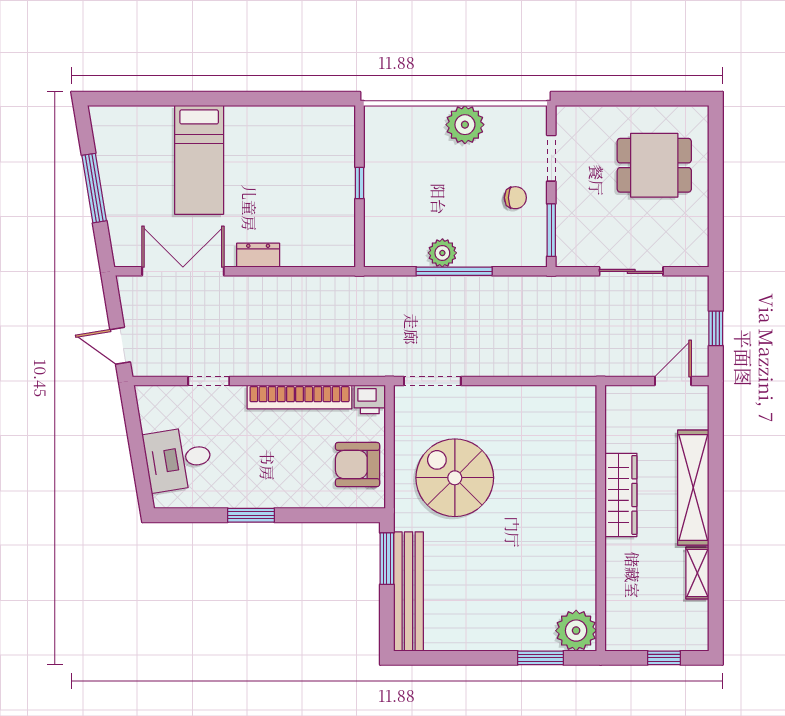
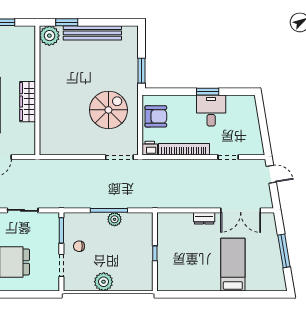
desk: (178, 459) -> (211, 111), moved, turned -81
spiral stairs: (455, 478) -> (108, 110), turned -90
bench: (409, 591) -> (92, 33), moved, turned 90

